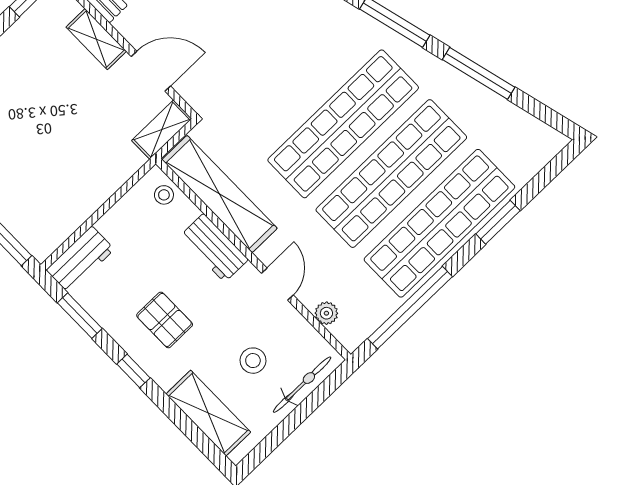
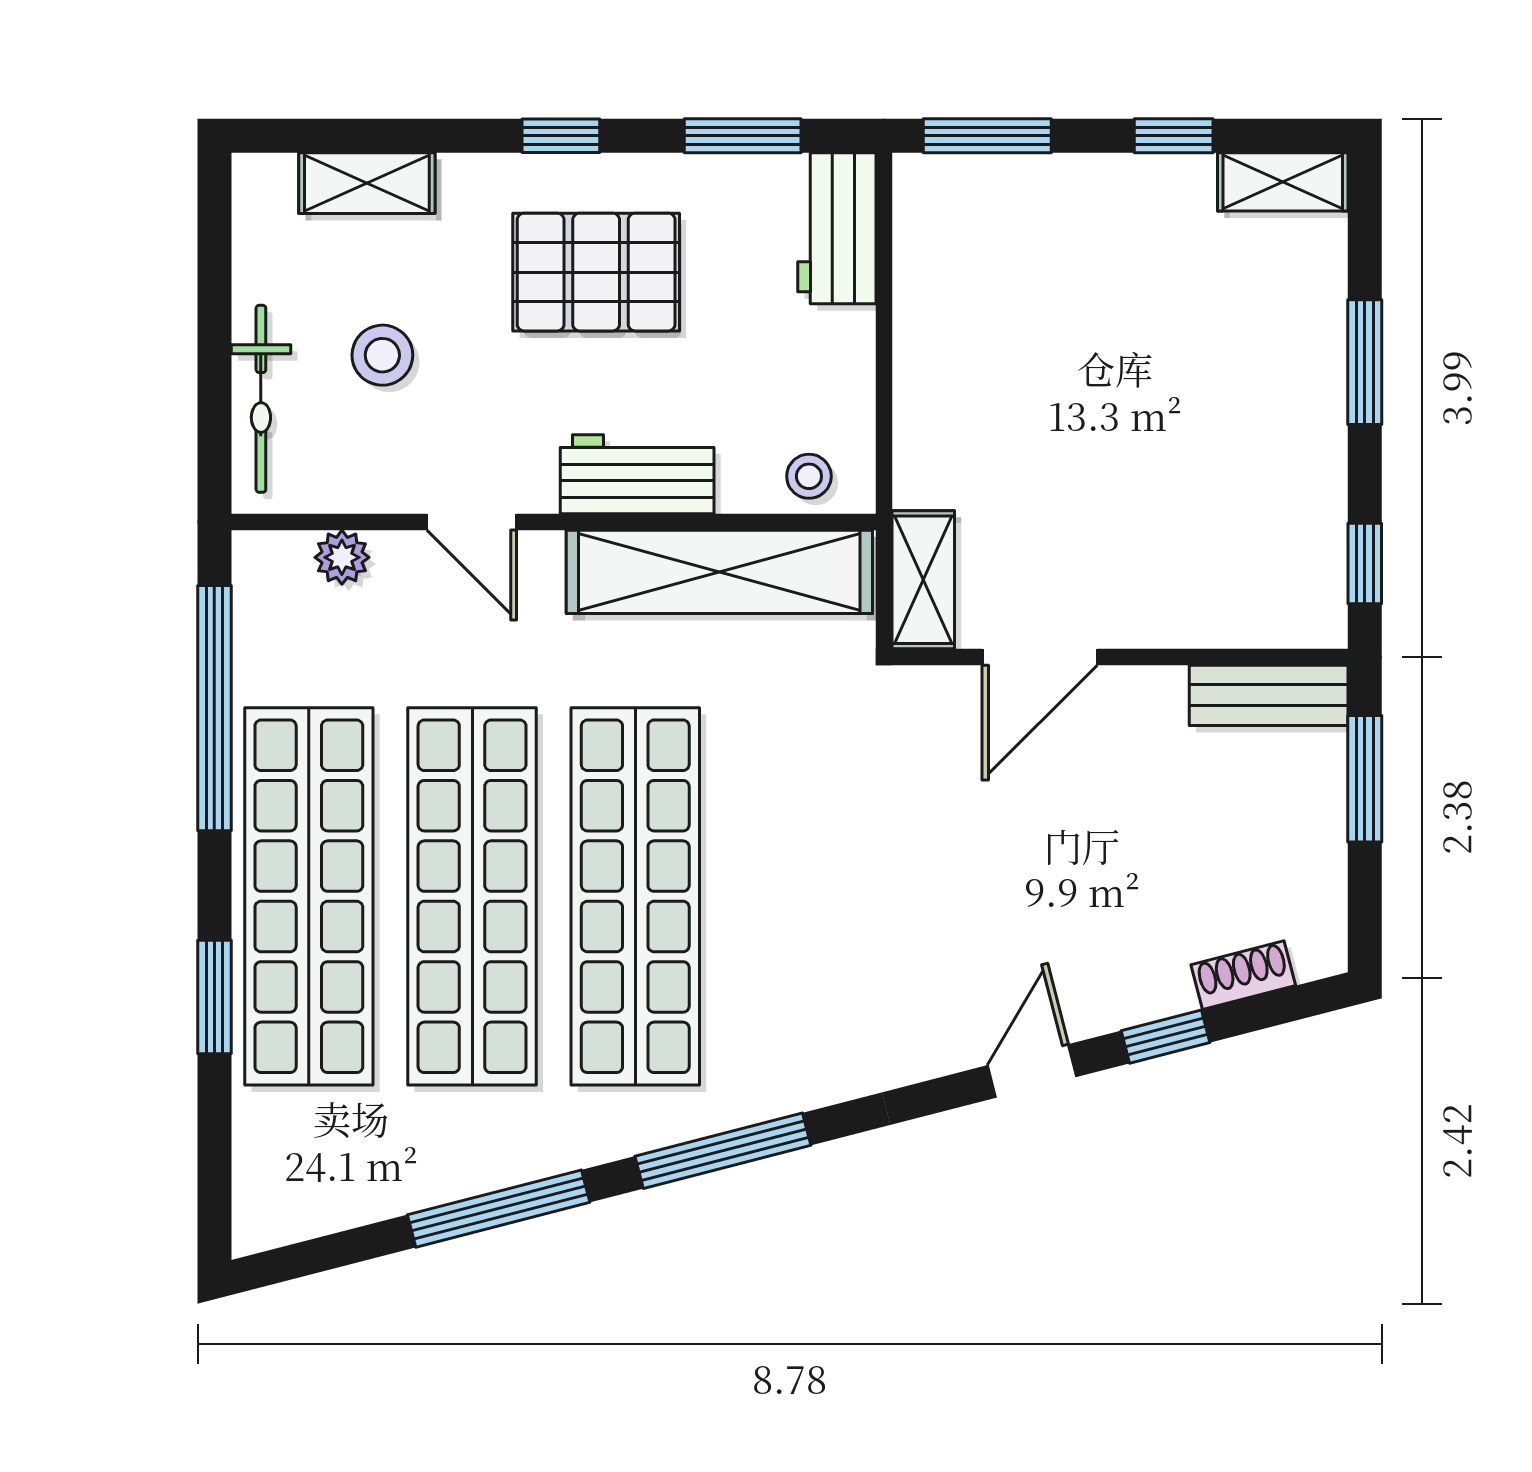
shelving: (96, 39) -> (1184, 617), removed
pallet: (165, 320) -> (596, 272), width x1.50, depth x1.42
shelving: (208, 413) -> (367, 183), width x0.67, depth x0.75

